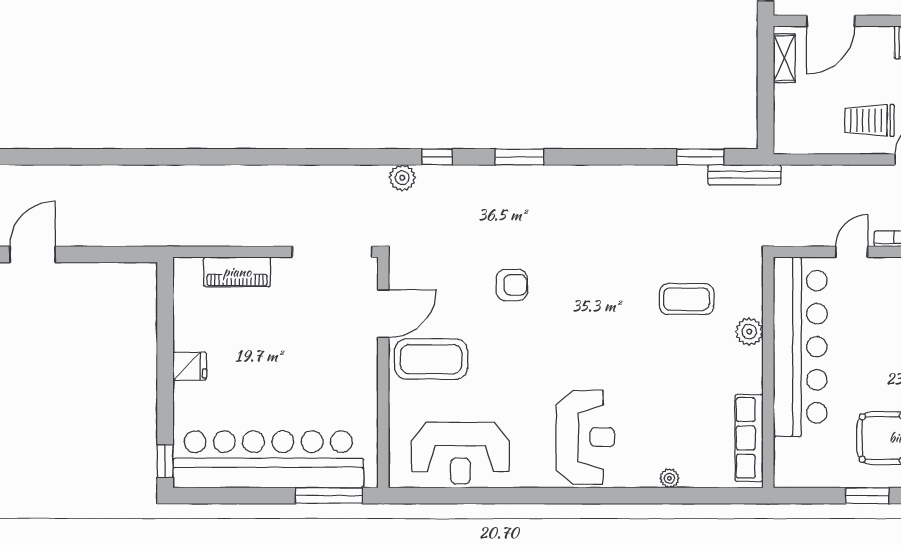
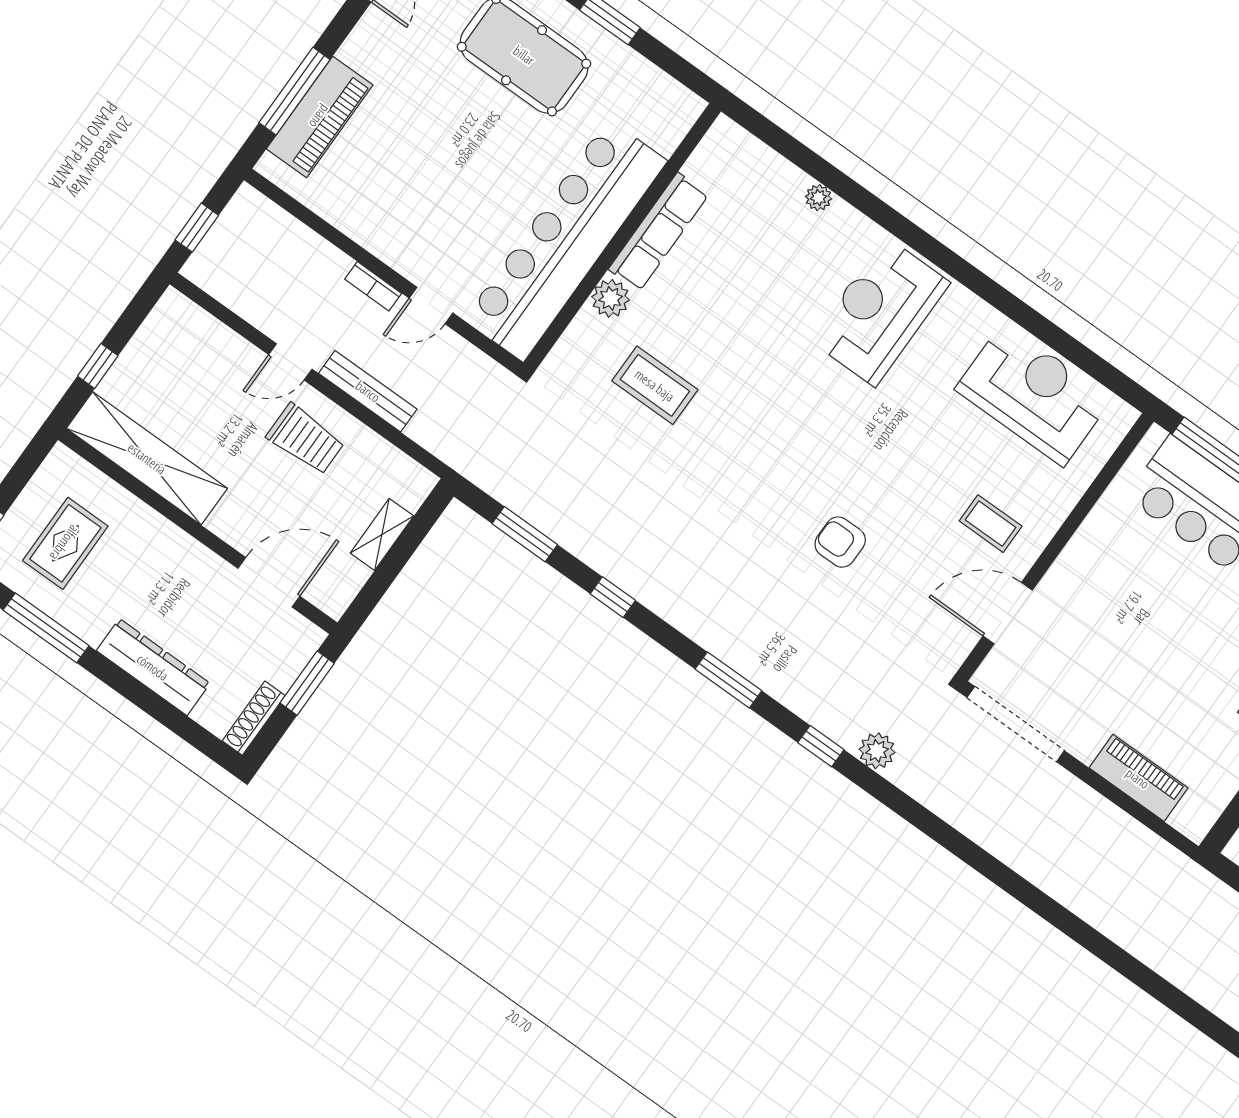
shelving: (784, 58) -> (382, 534), moved
window: (622, 157) -> (613, 597), added
bench: (744, 175) -> (368, 391), moved
coffee table: (431, 359) -> (991, 524), width x0.54, depth x0.58
row of seats: (749, 438) -> (659, 232), moved

